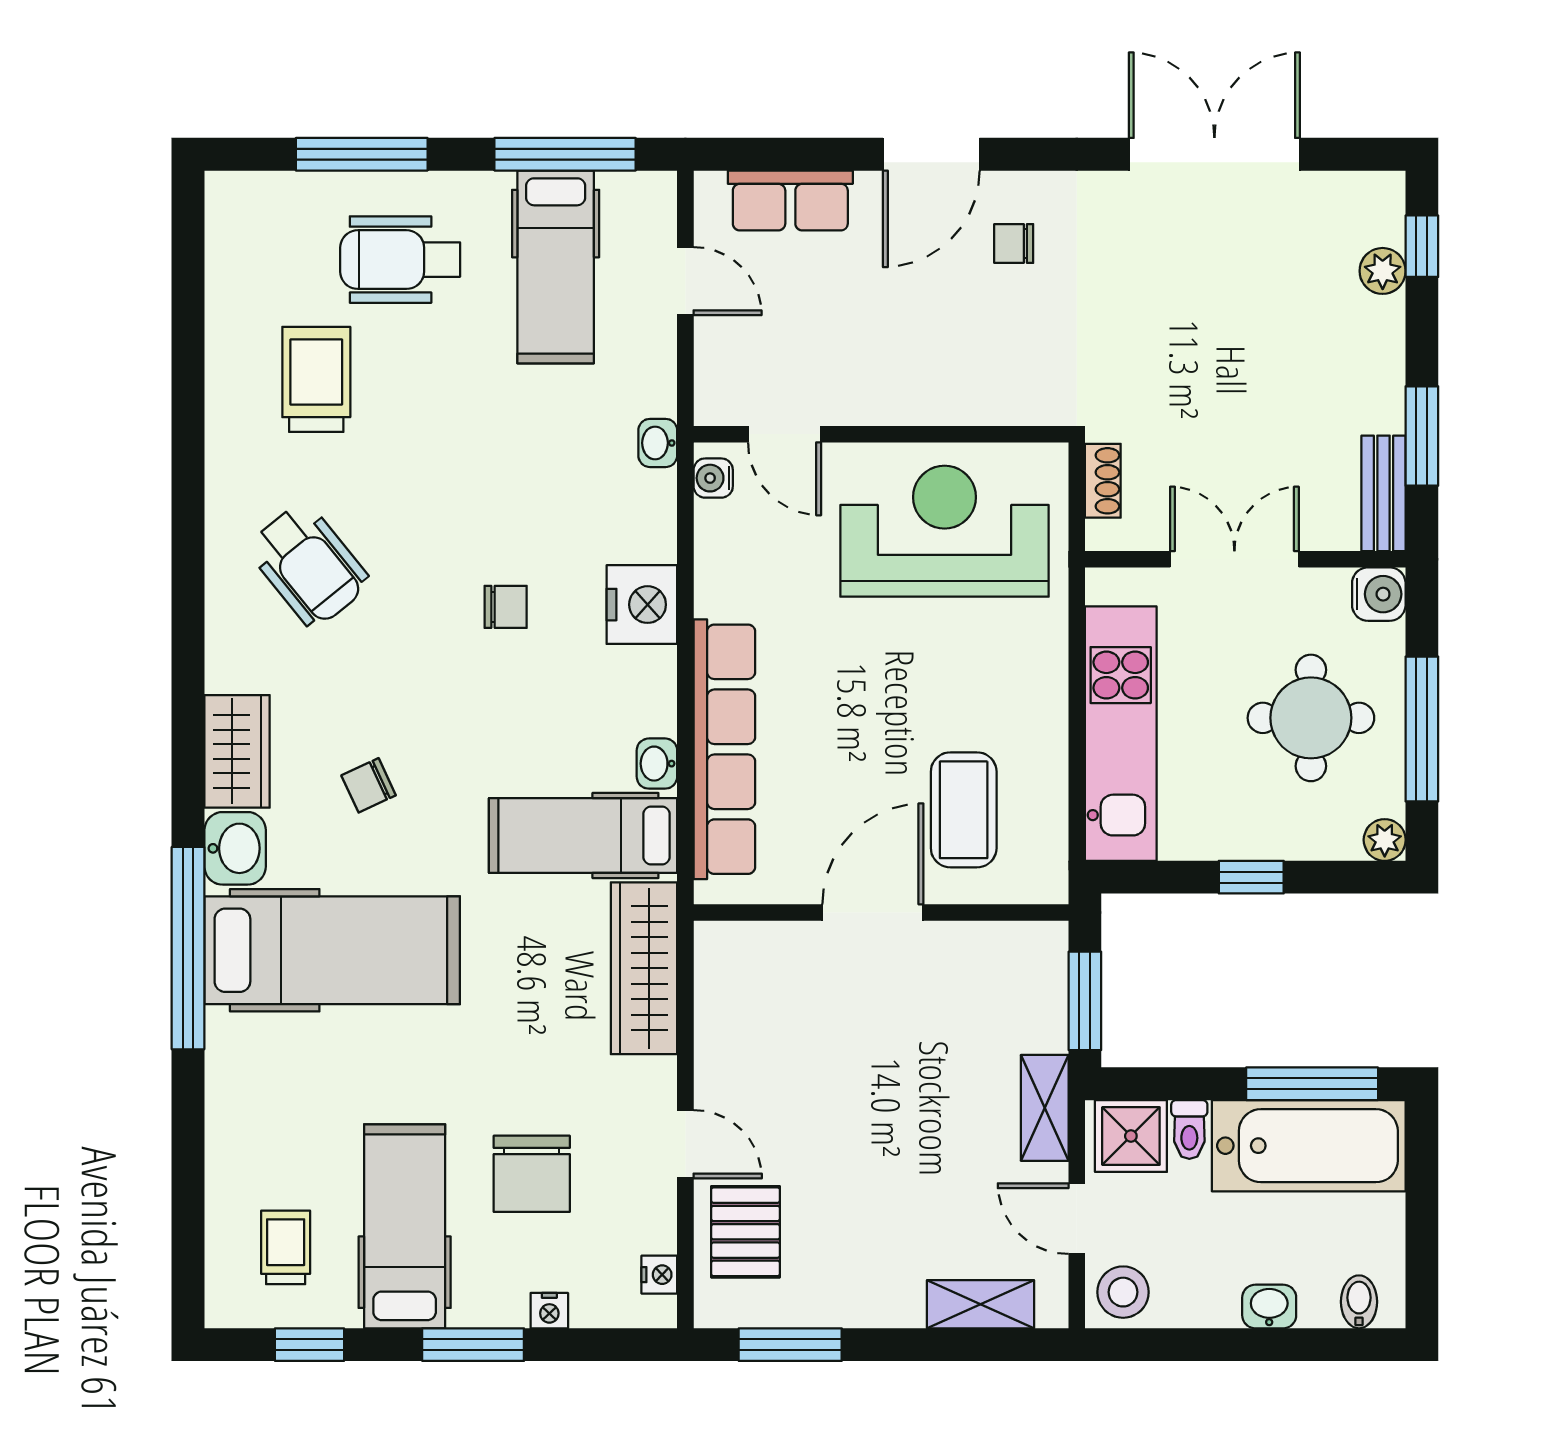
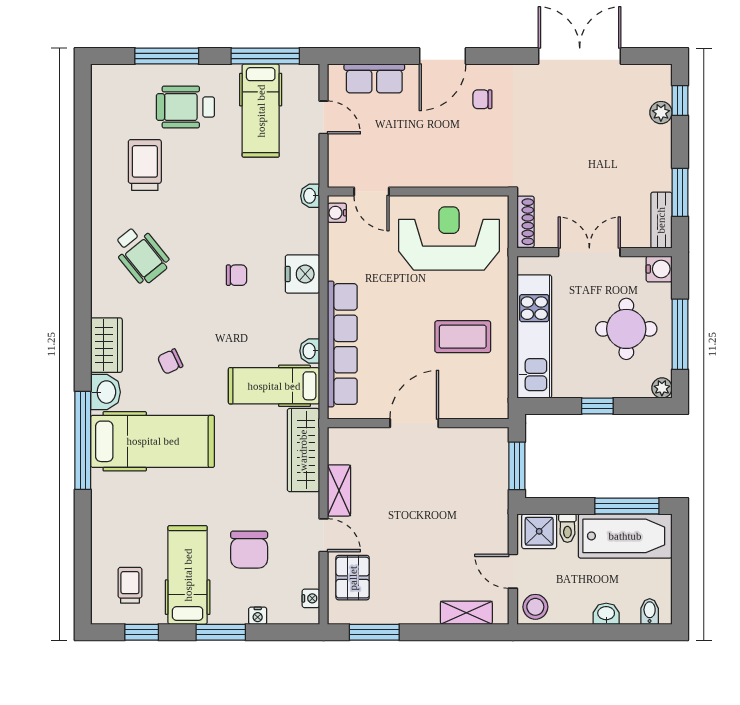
shoe rack: (1103, 481) -> (526, 222), width x1.43
coffee table: (964, 810) -> (463, 337), moved, turned 90
shelving: (1045, 1108) -> (339, 490), moved

